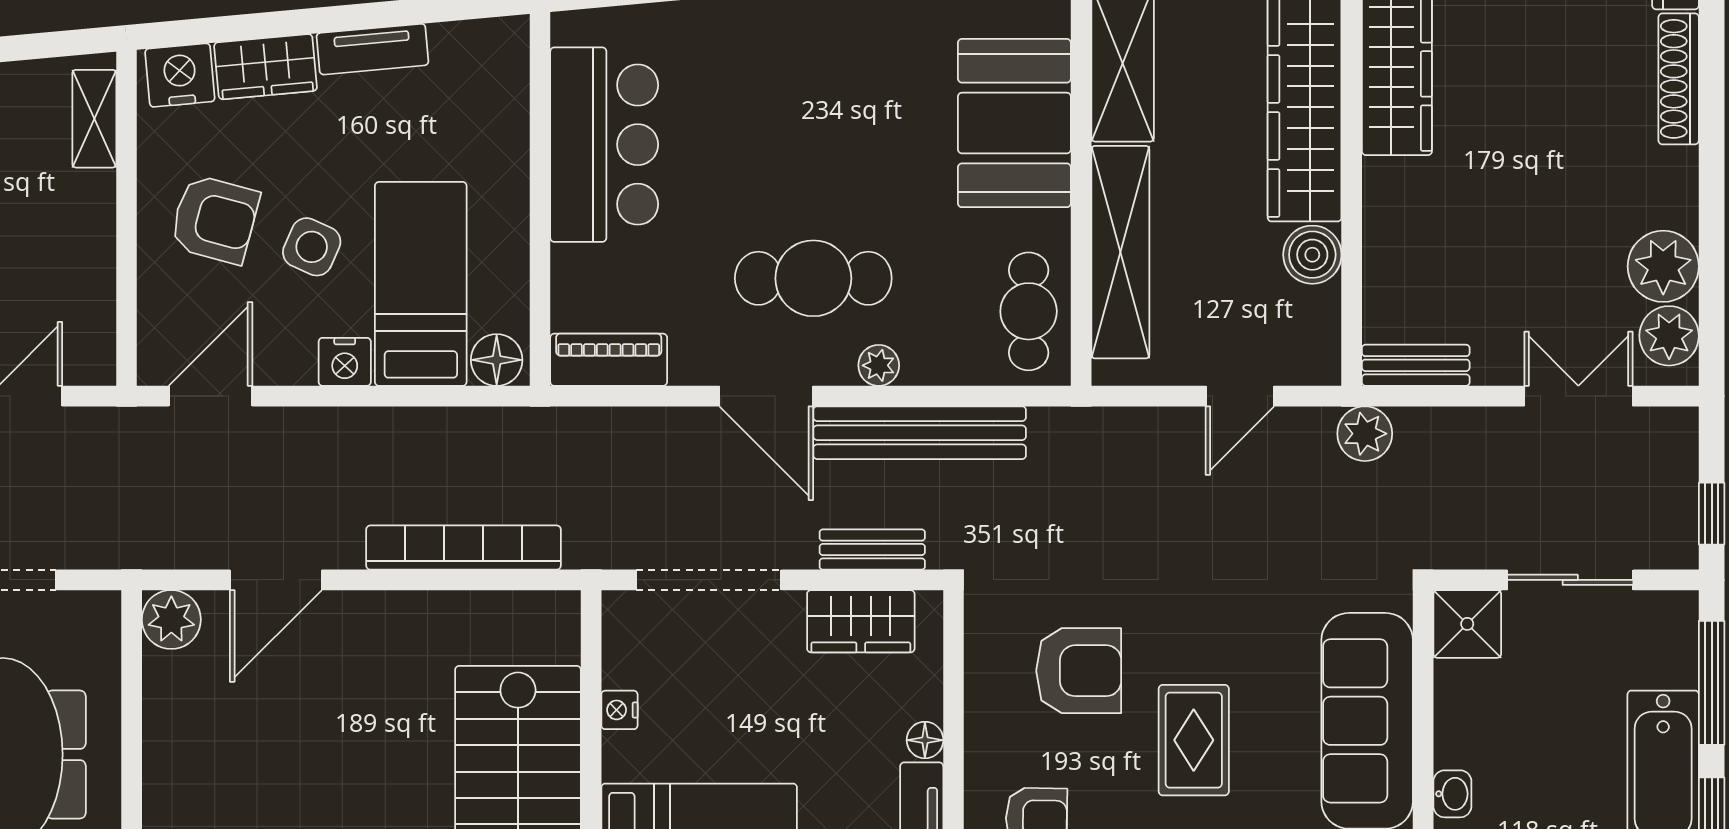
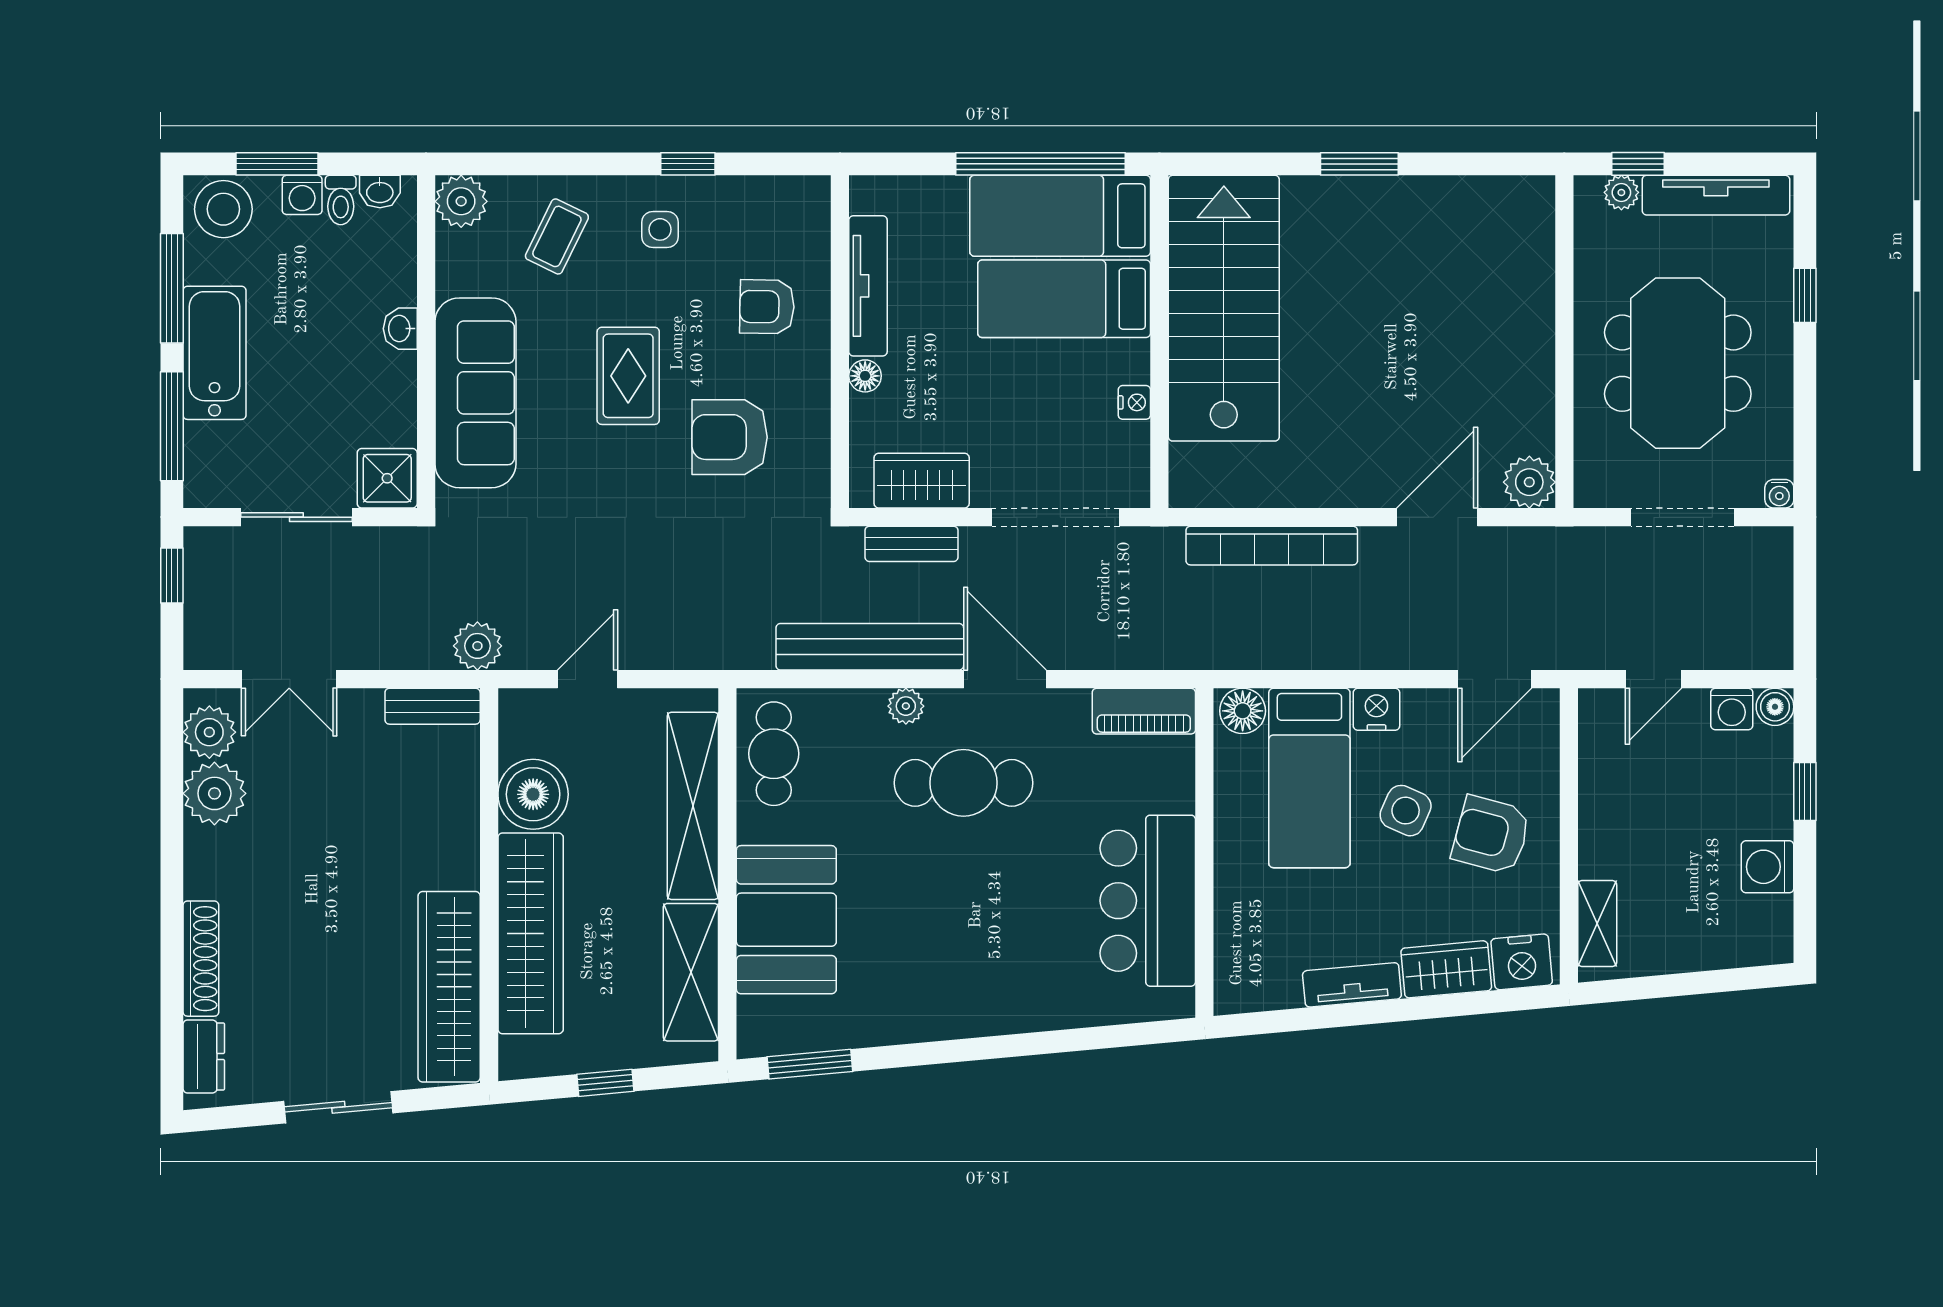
boiler: (1312, 255) -> (533, 794), width x1.37, depth x1.37

